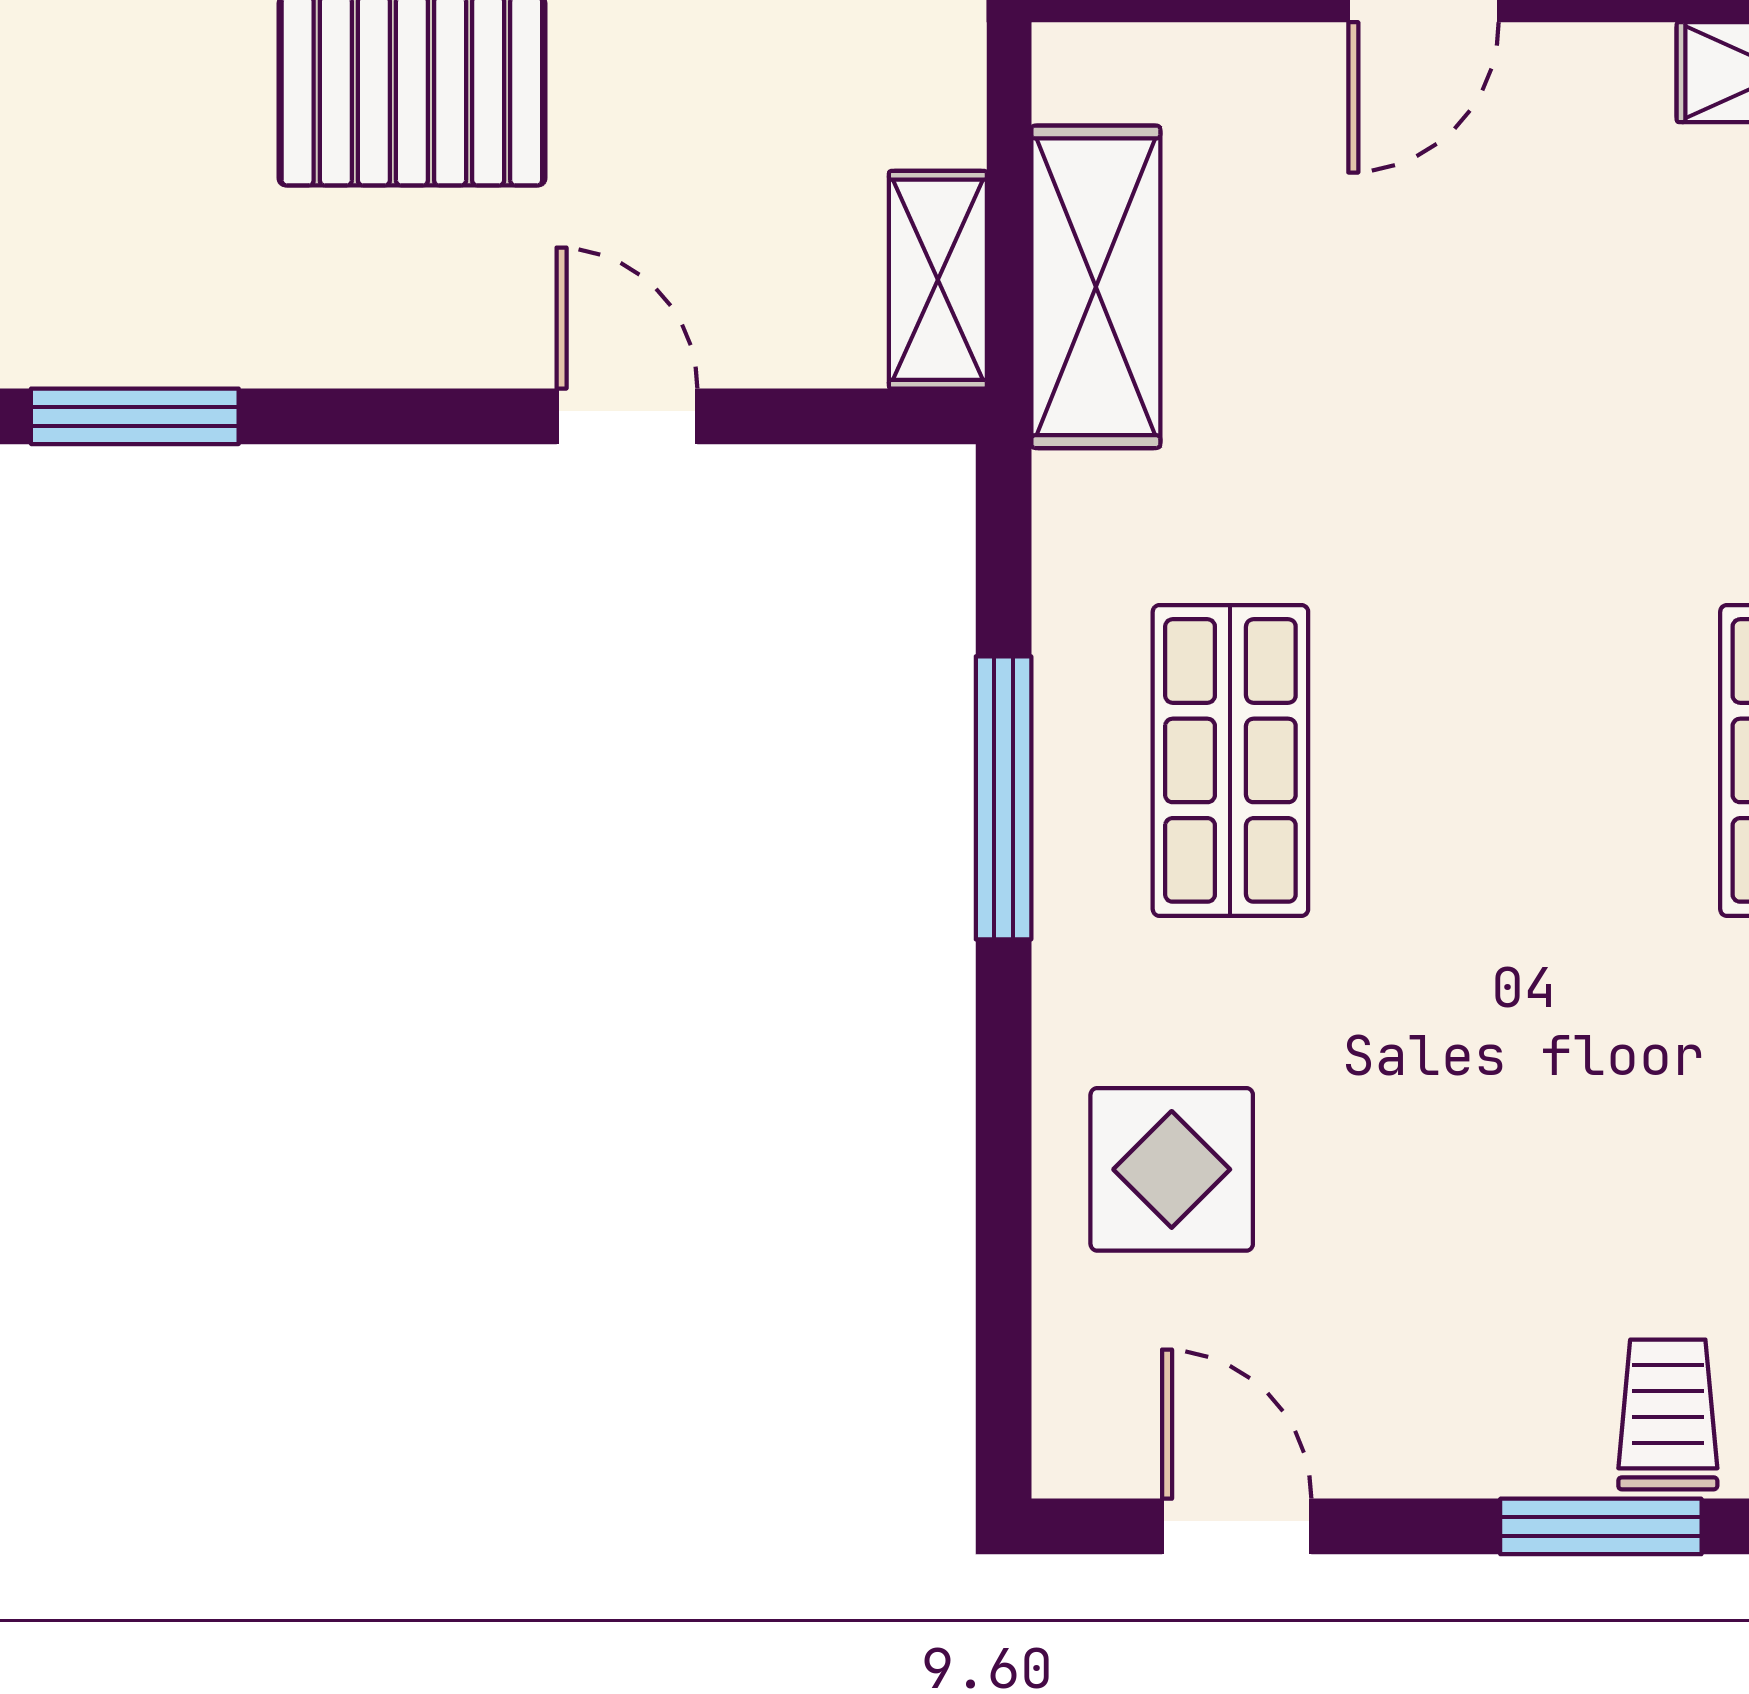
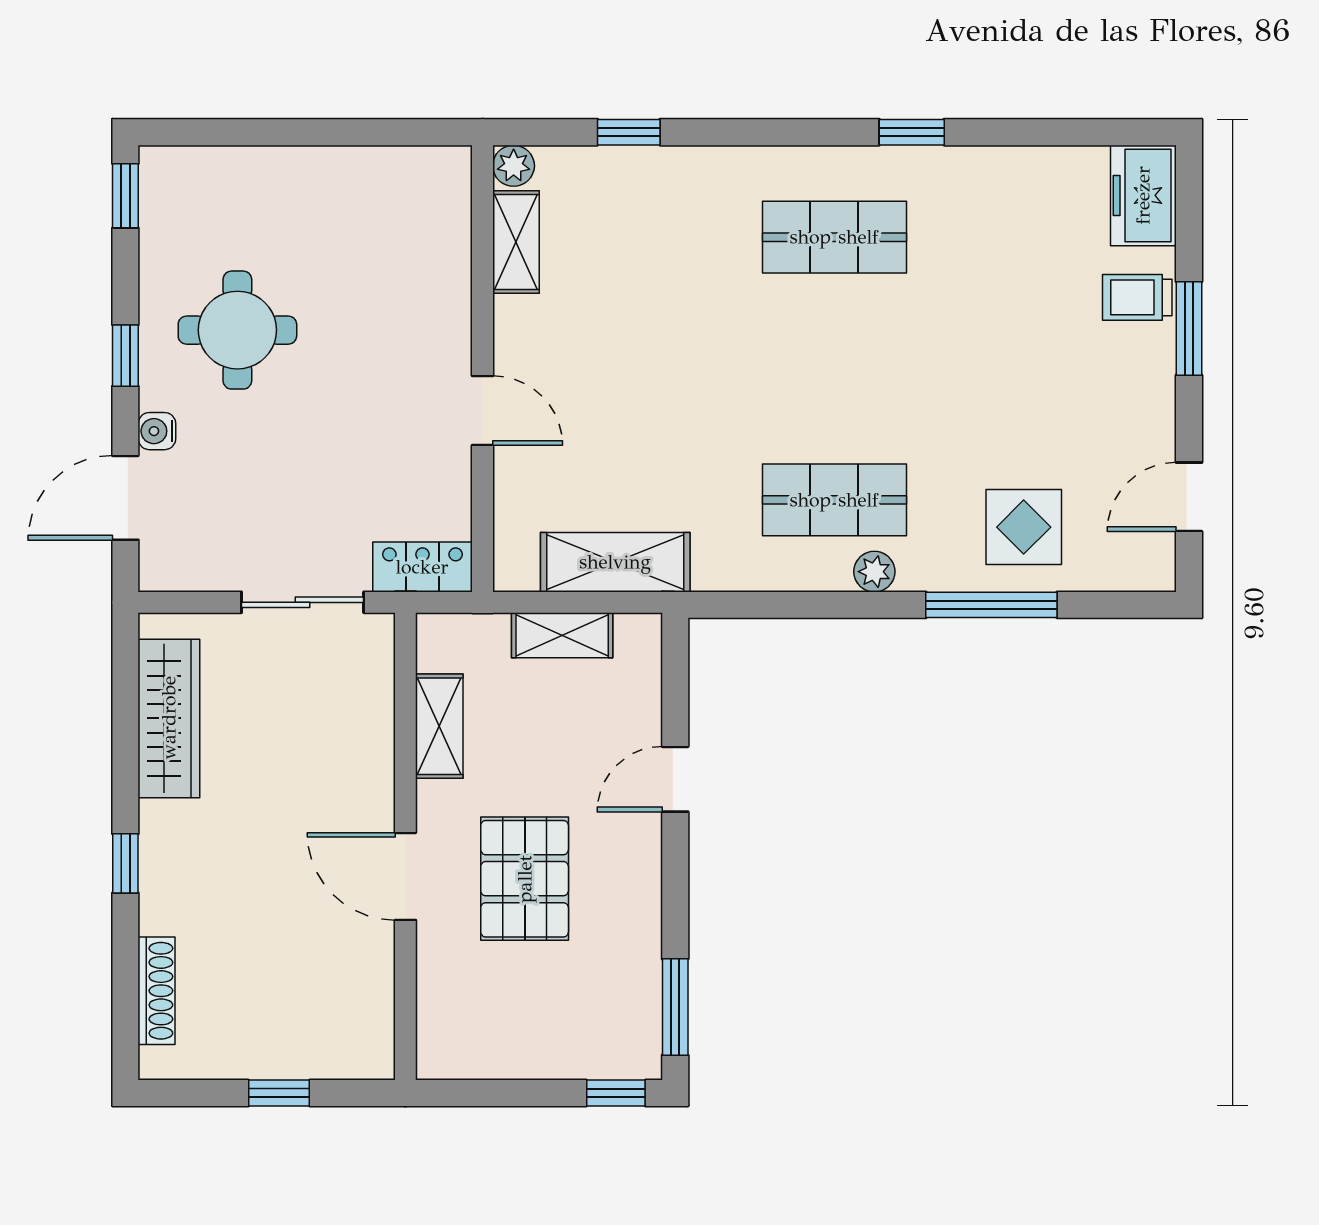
shelving: (938, 280) -> (562, 635), moved
window: (1004, 798) -> (991, 605), moved
plant: (1075, 847) -> (874, 572), added

